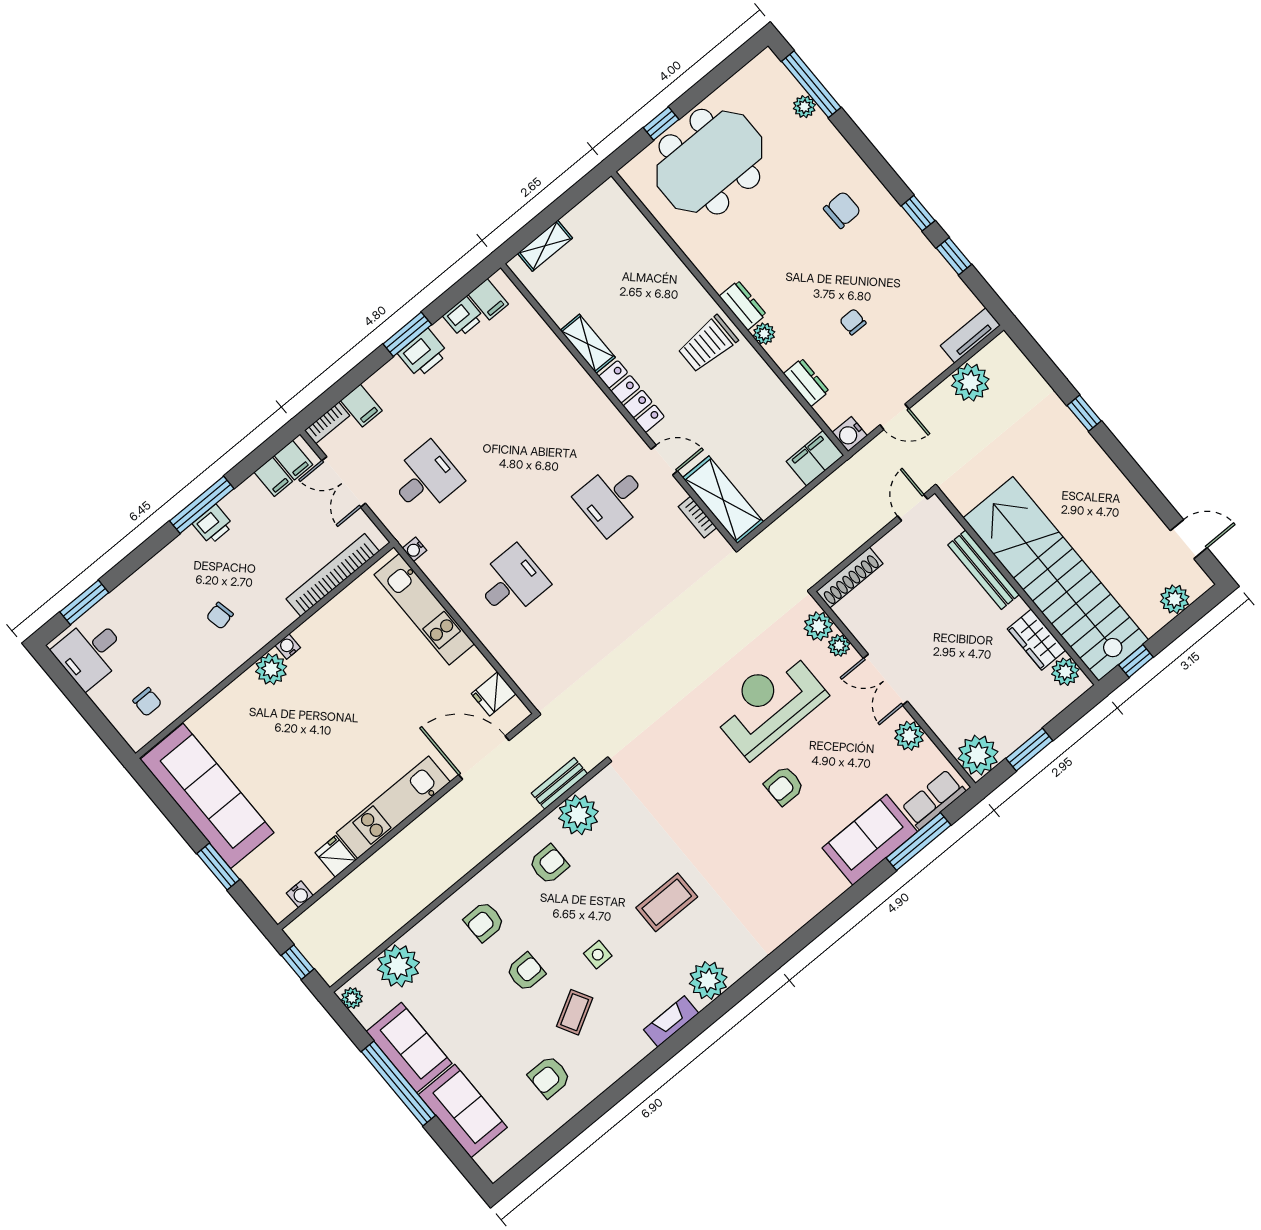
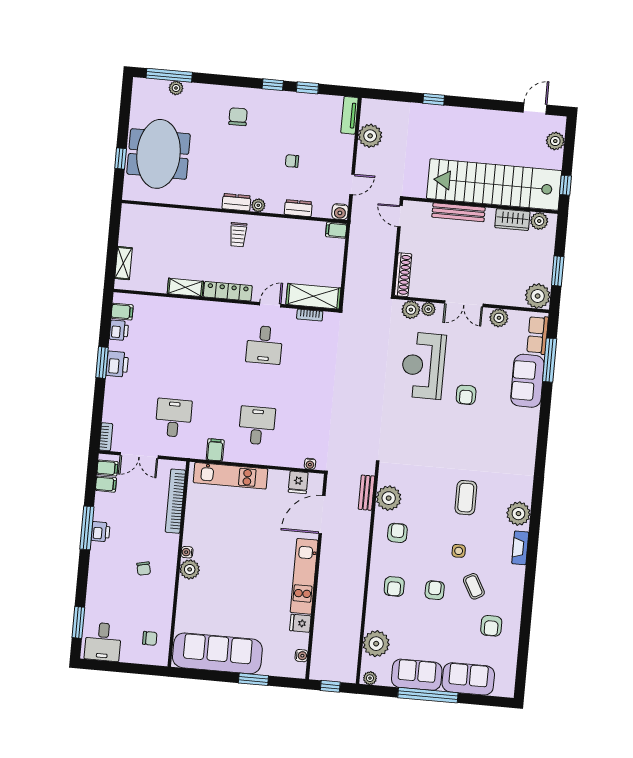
trolley: (708, 344) -> (238, 235), width x0.73, depth x0.72
filing cabinet: (361, 405) -> (215, 450), moved, turned -90
filing cabinet: (815, 458) -> (336, 230), width x0.50
water cooler: (415, 549) -> (310, 464), moved

